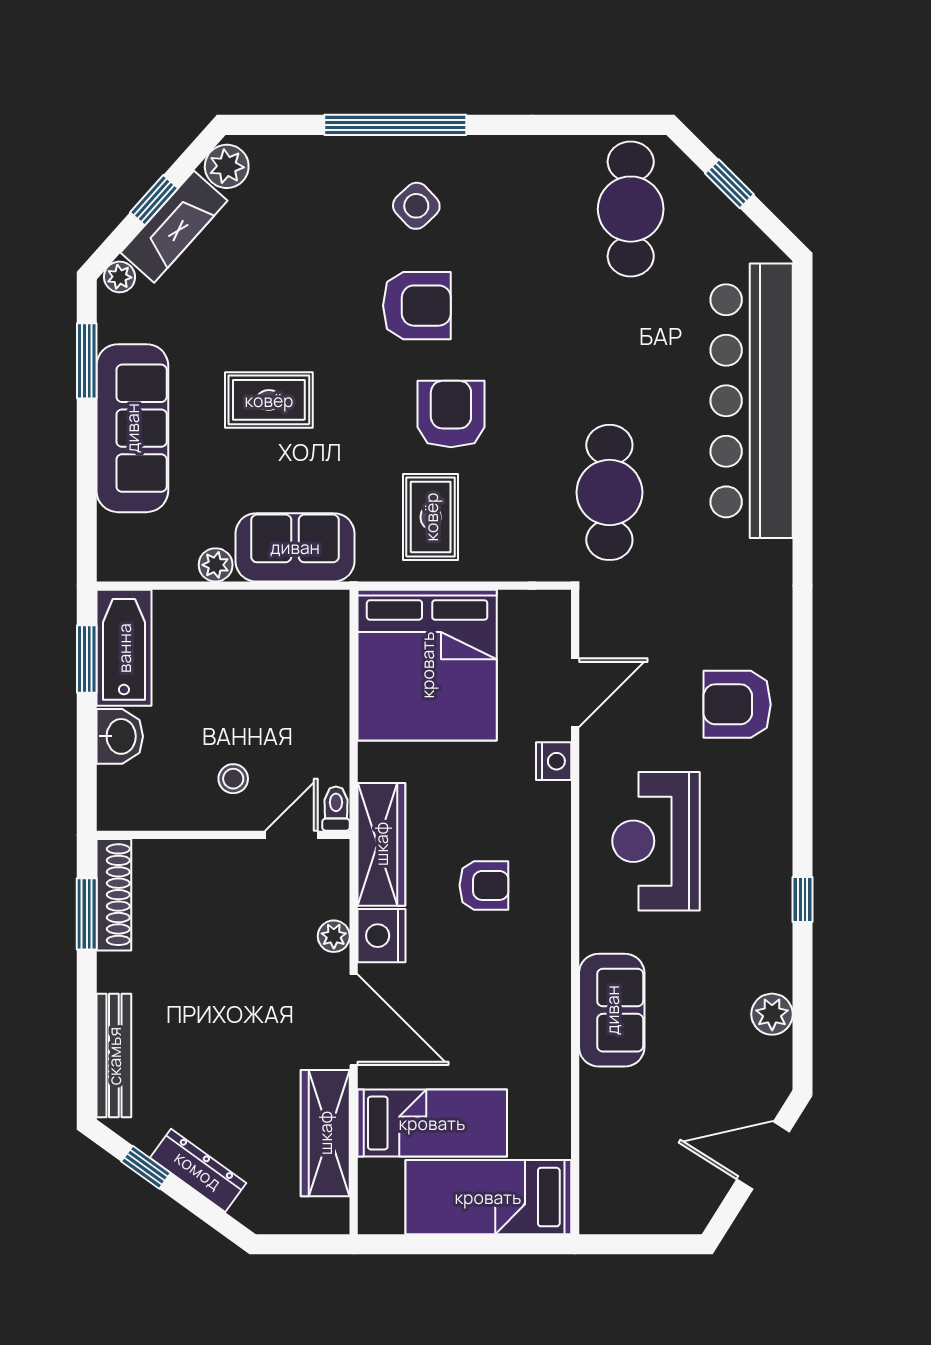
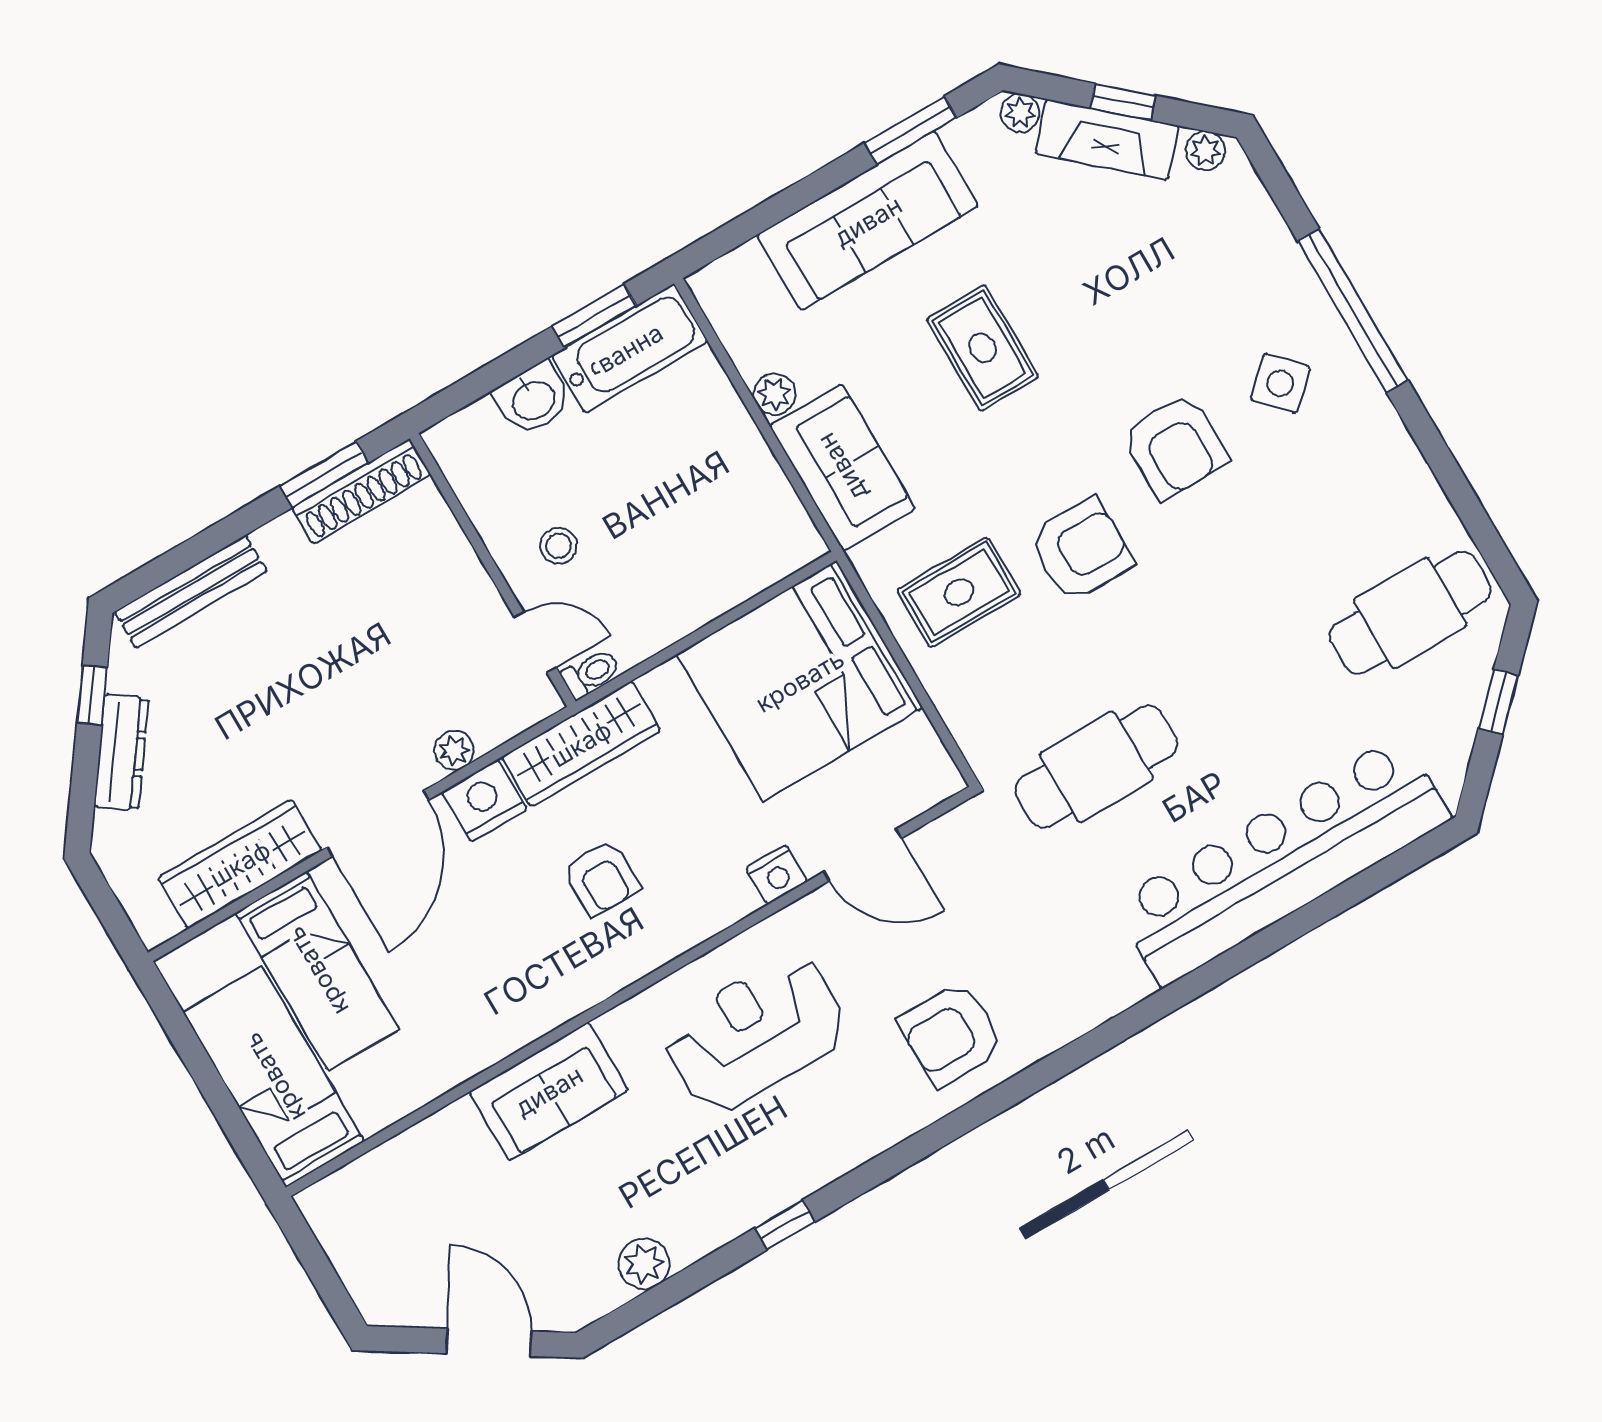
plant: (227, 166) -> (1205, 151), width x0.73, depth x0.73
armchair: (737, 704) -> (951, 1034), turned -90

